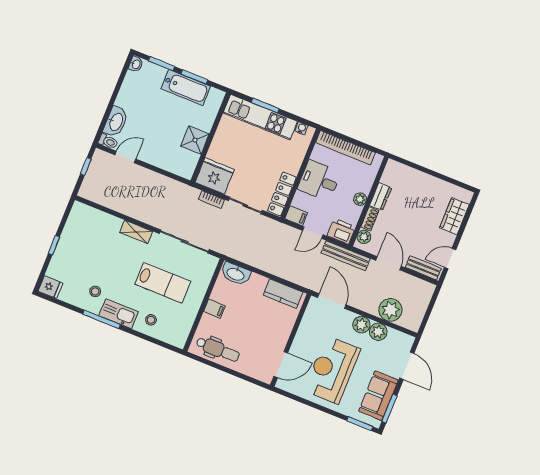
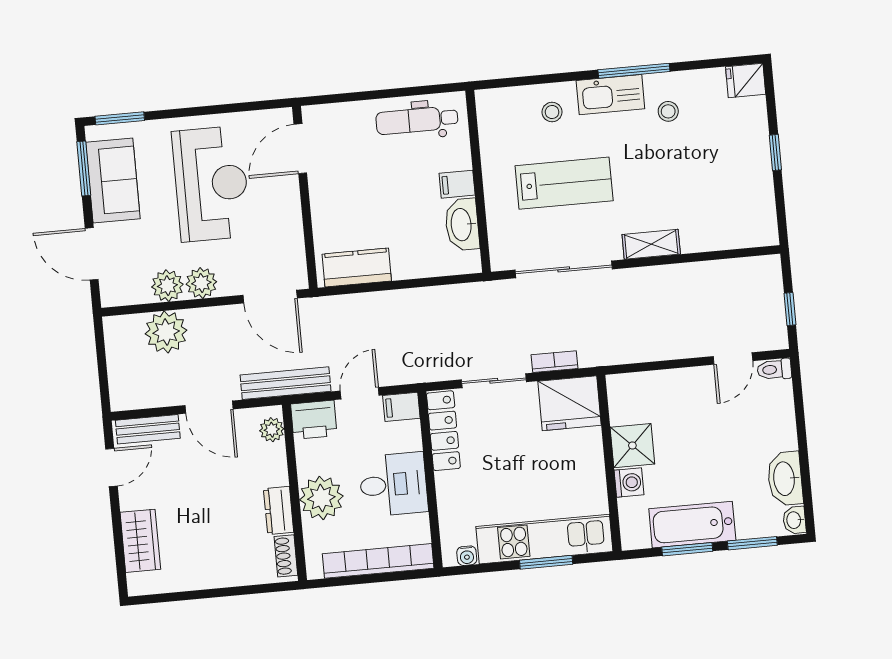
washbasin: (116, 122) -> (785, 479), moved
washing machine: (206, 123) -> (629, 483), added
plant: (360, 199) -> (321, 498), width x1.88, depth x1.88
shoe rack: (370, 219) -> (286, 556), moved
washbasin: (236, 274) -> (462, 225), moved, turned -90
lab bench: (163, 283) -> (564, 183), turned 180

